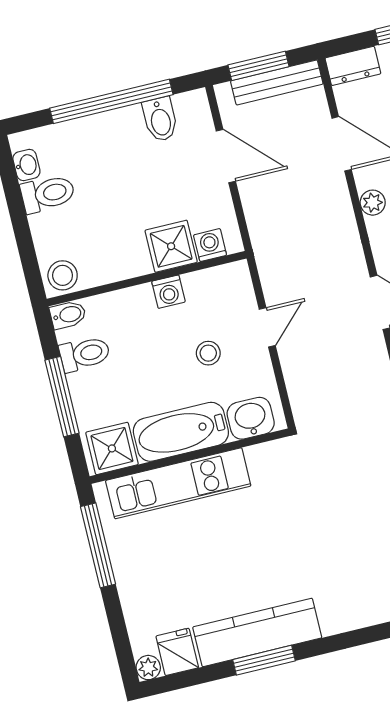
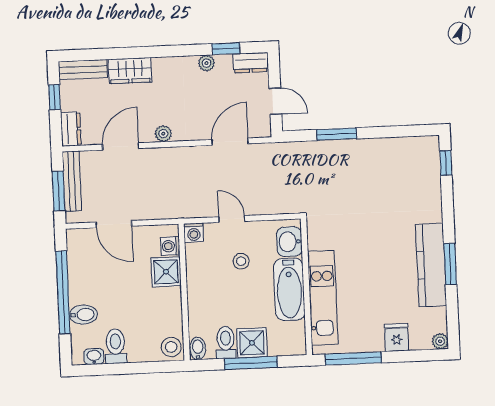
bidet: (160, 119) -> (83, 315), moved
door: (226, 156) -> (114, 224), swing flipped
washing machine: (168, 292) -> (194, 233), moved, turned 90
shower: (112, 448) -> (252, 343), moved
fridge: (177, 652) -> (397, 337), moved, turned 90

